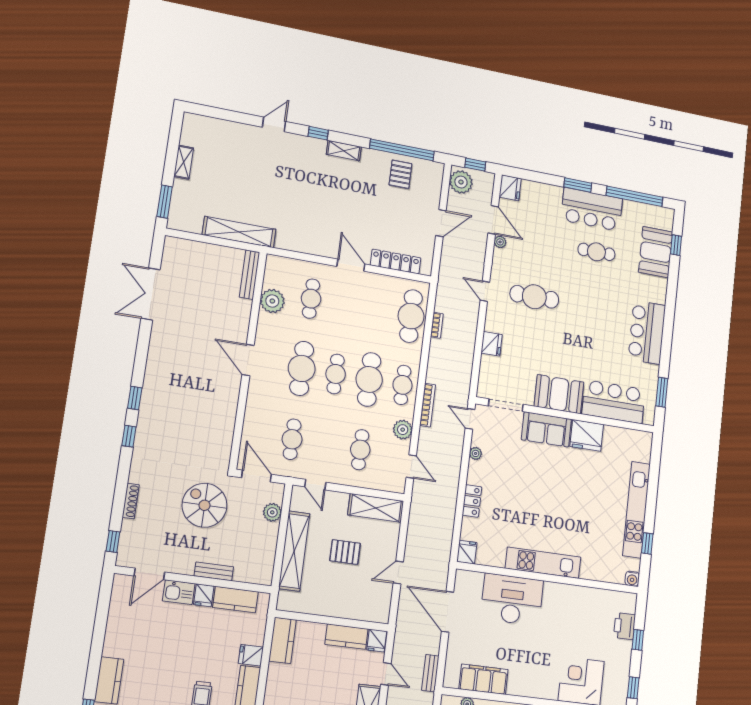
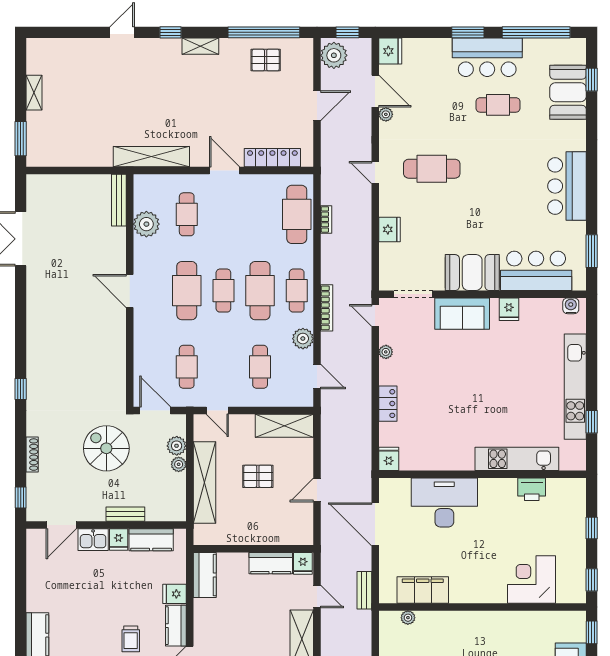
pallet: (400, 174) -> (266, 60), turned 90
shelving: (239, 232) -> (151, 157), moved
window: (135, 398) -> (21, 349), removed
fridge: (587, 435) -> (509, 309), width x0.53, depth x0.75
plant: (272, 530) -> (179, 464), added
kitchen unit: (543, 563) -> (517, 459), moved
water cooler: (632, 579) -> (571, 306), moved, turned 180
printer: (625, 626) -> (532, 489), moved, turned -90

